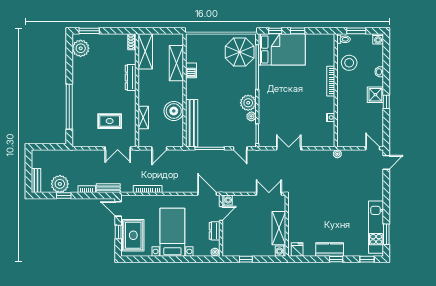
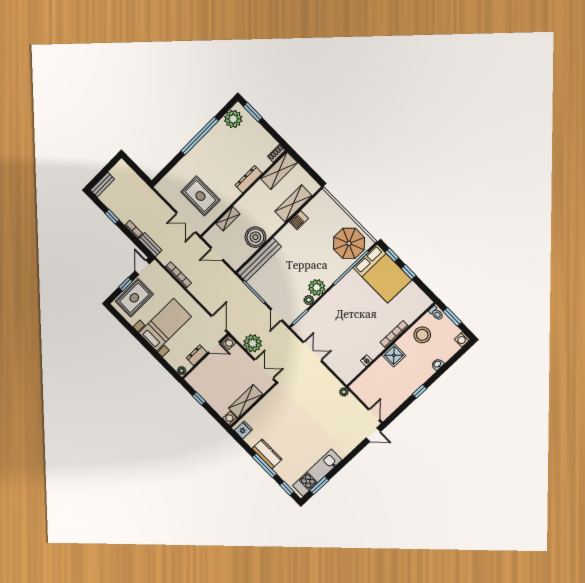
shower: (375, 95) -> (394, 355), moved
window: (69, 107) -> (200, 136), moved
rug: (110, 121) -> (200, 196), width x1.36, depth x1.43
plant: (60, 184) -> (253, 343), moved
window: (336, 259) -> (264, 466), width x2.17

